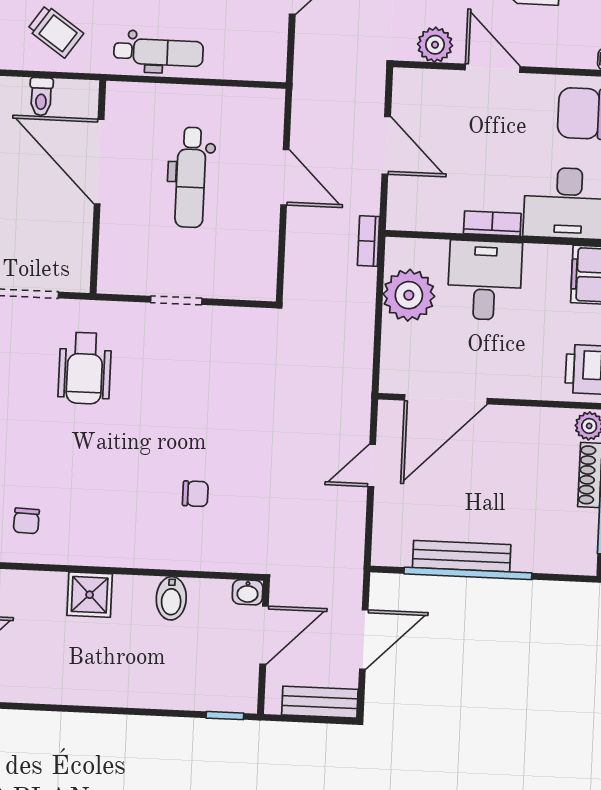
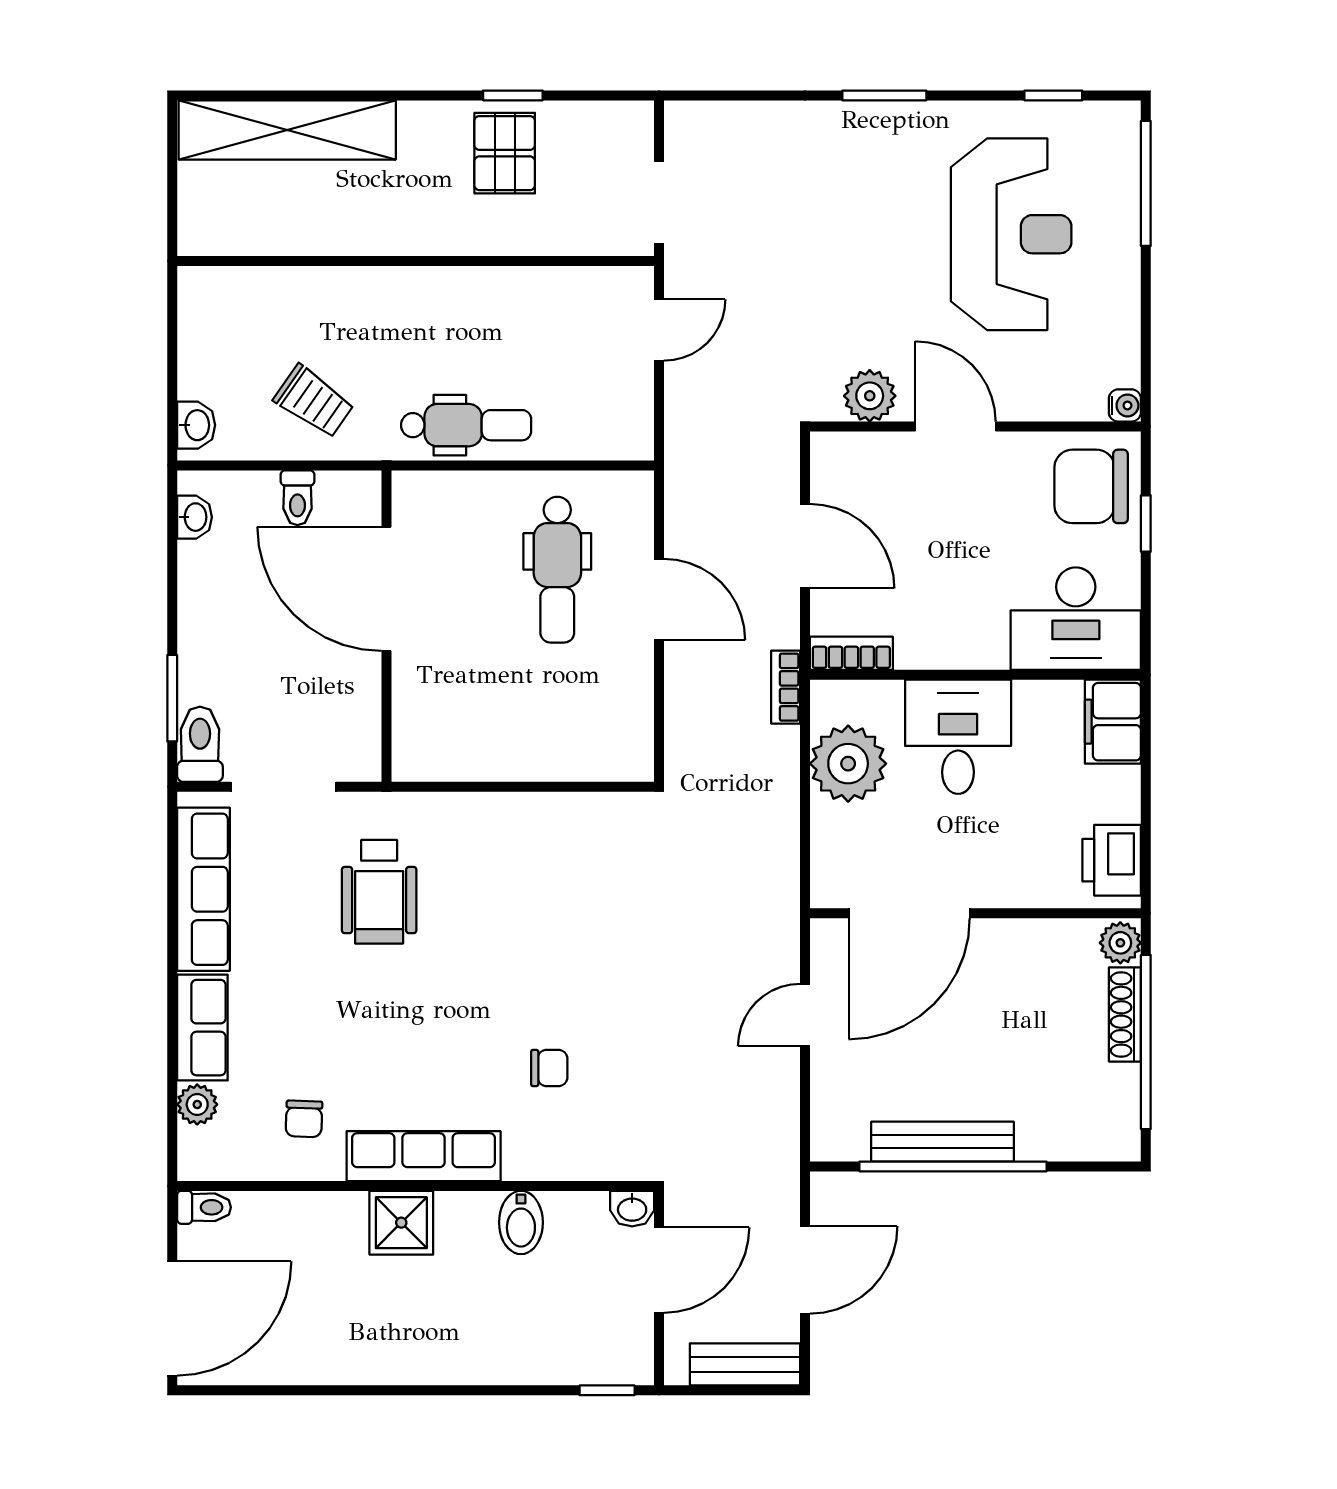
dental chair: (191, 177) -> (557, 570), moved
bookcase: (492, 223) -> (851, 653), moved
doorway: (176, 300) -> (509, 787), removed
row of seats: (107, 550) -> (424, 1156), added

